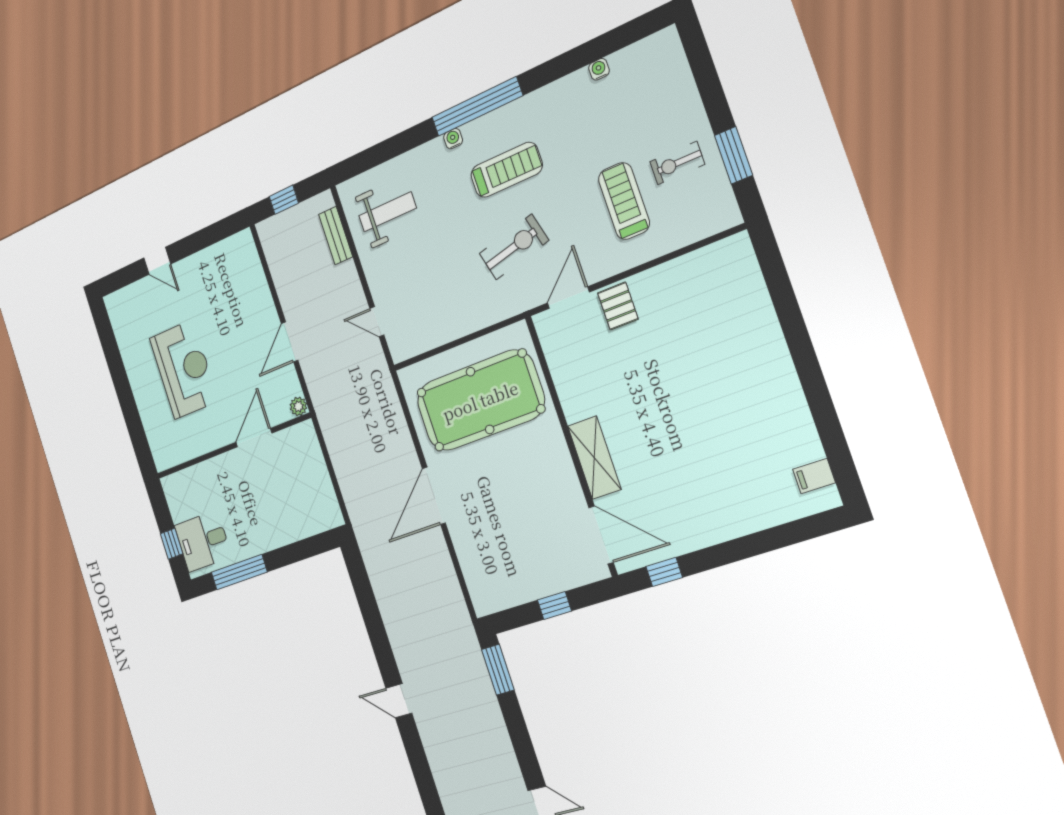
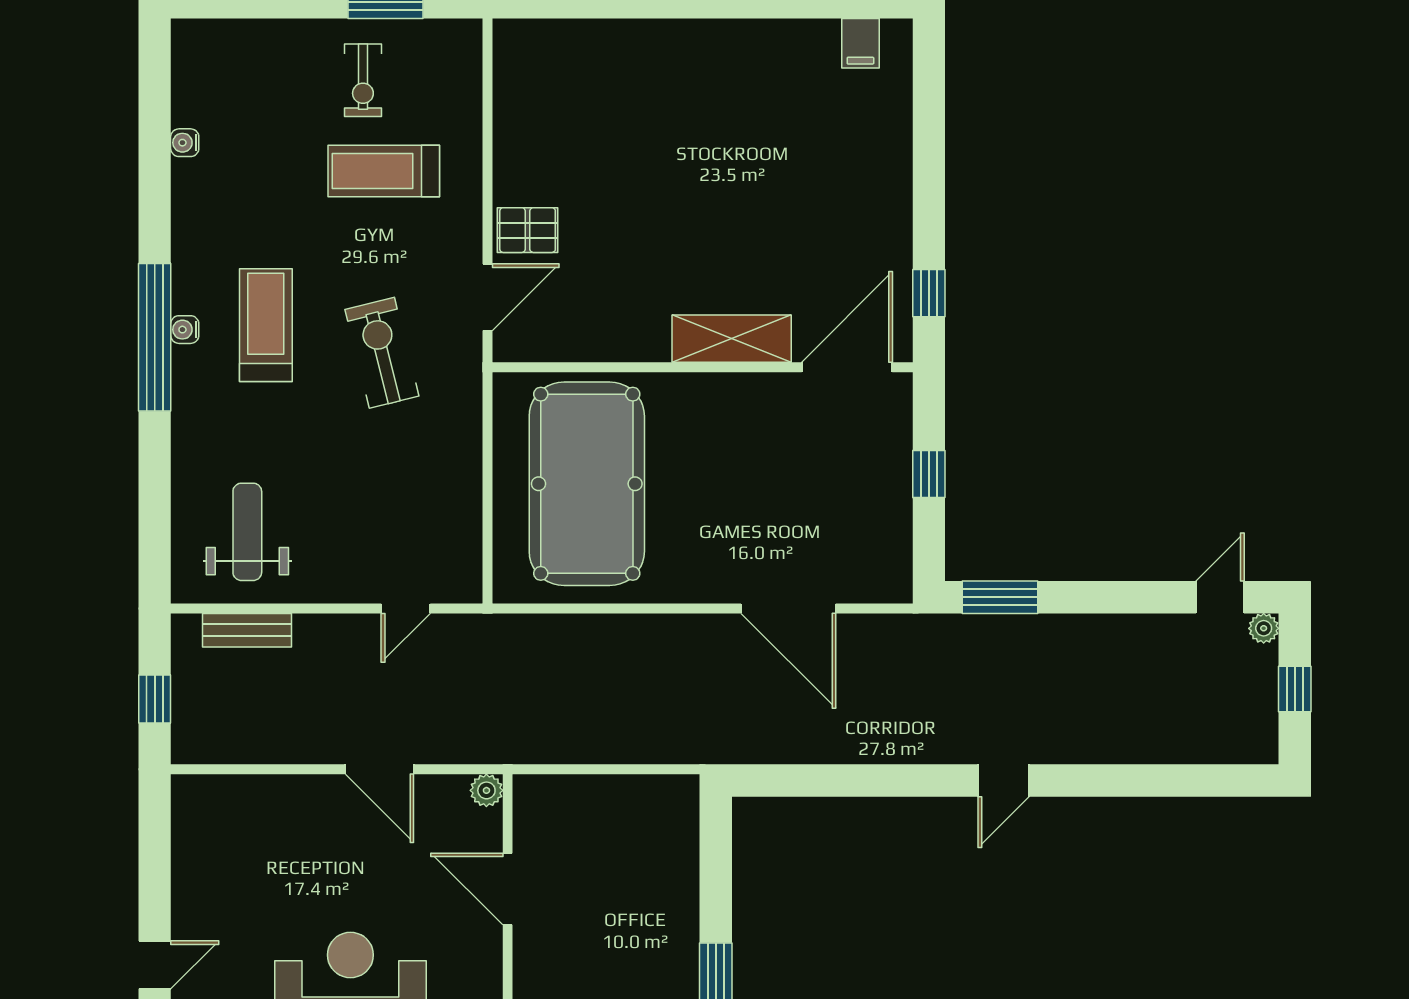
water cooler: (453, 139) -> (185, 330), moved
door: (568, 298) -> (487, 297), swing flipped
door: (434, 496) -> (788, 608), moved

